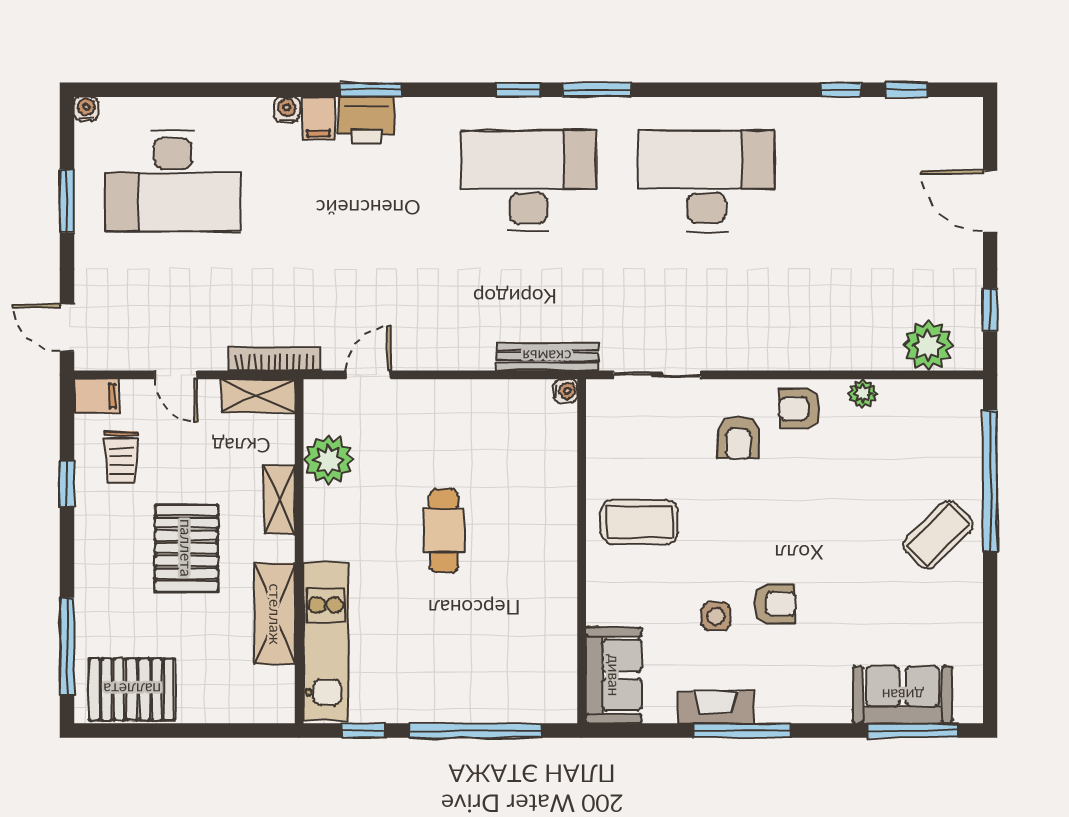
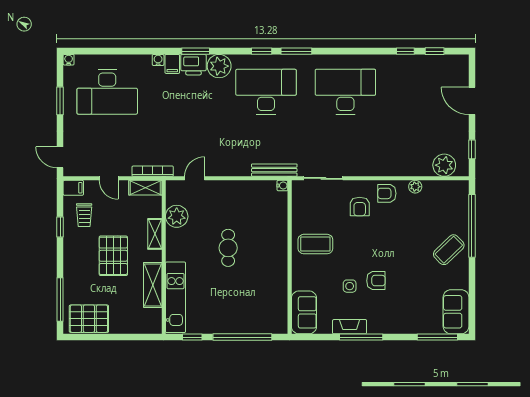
plant: (423, 123) -> (219, 66), added
sofa: (903, 695) -> (456, 312), moved, turned -90

